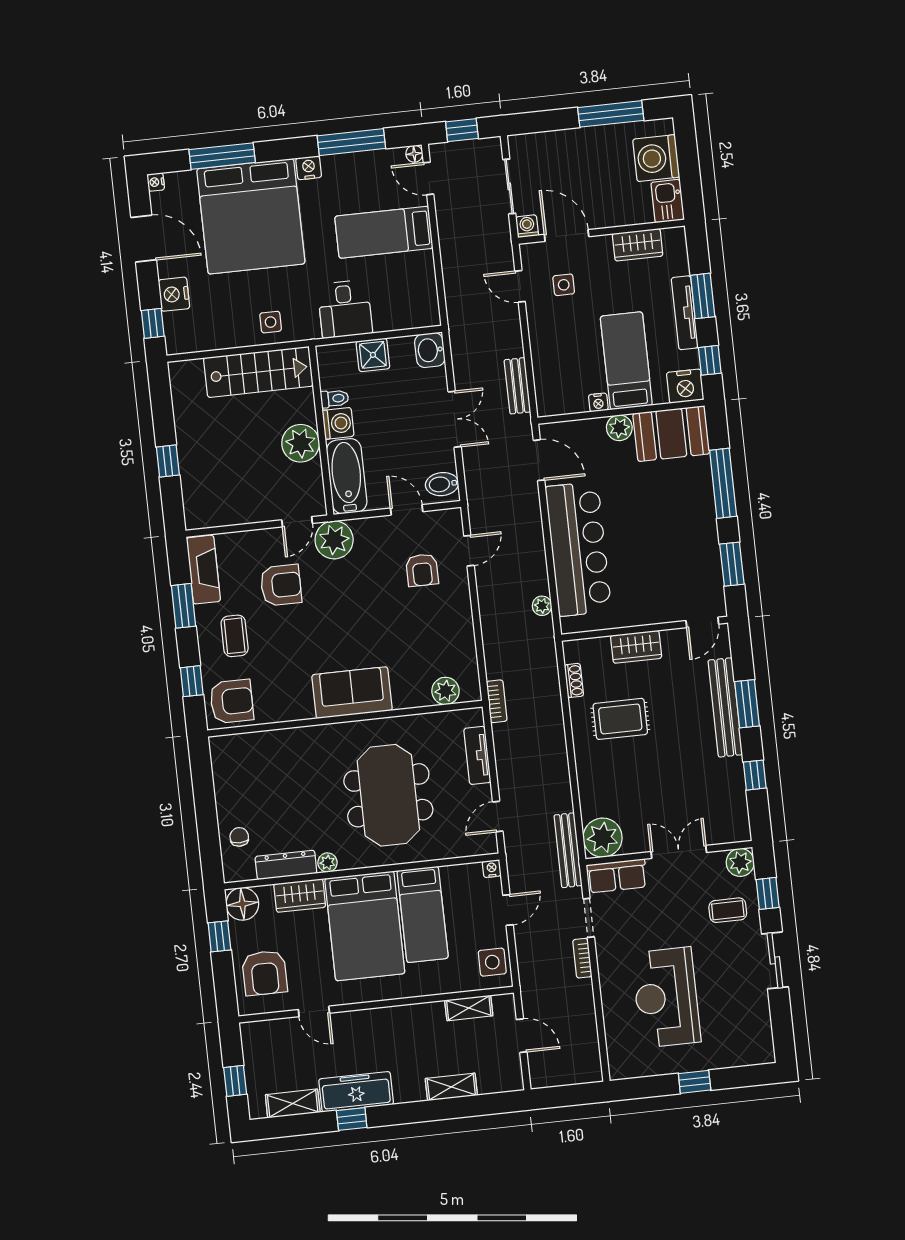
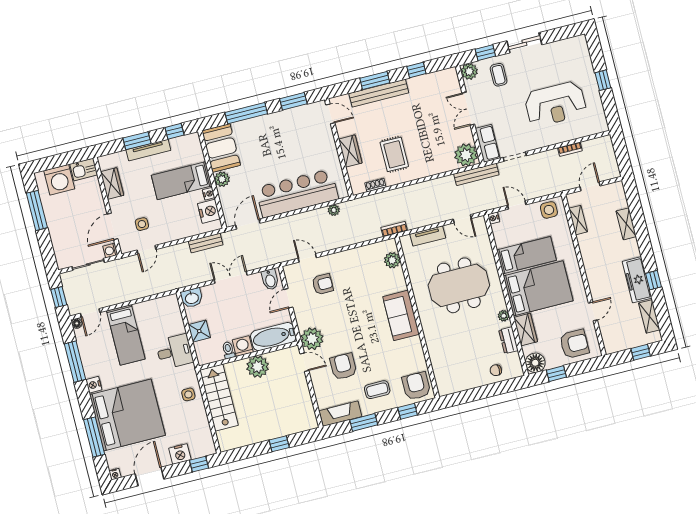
nightstand: (685, 386) -> (209, 211), moved
dresser: (286, 865) -> (509, 340), width x0.70
bookcase: (582, 958) -> (570, 149), moved

